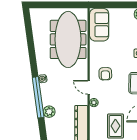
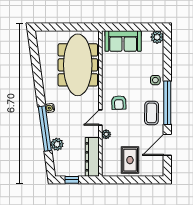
sofa: (99, 25) -> (123, 41), moved, turned 90
door: (89, 87) -> (100, 117), hinge flipped

